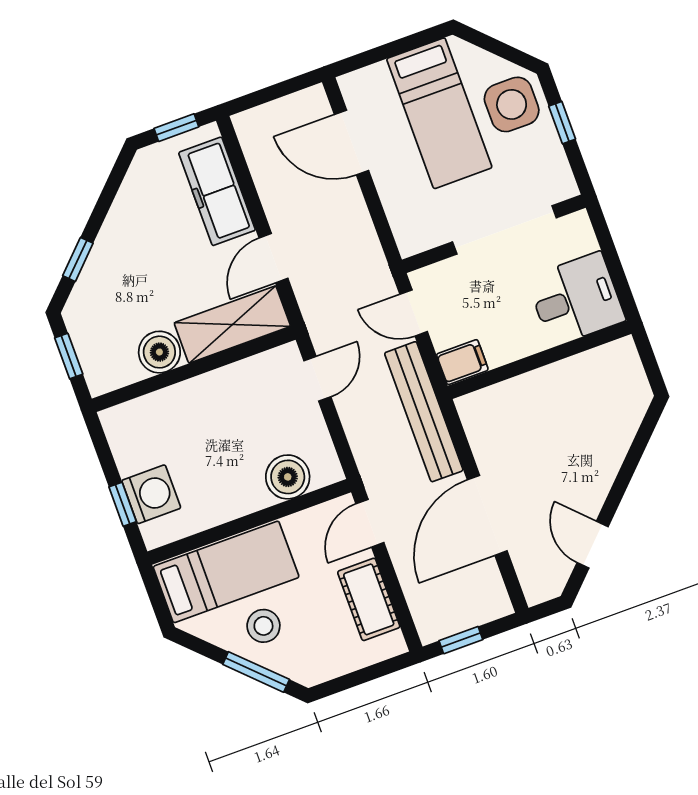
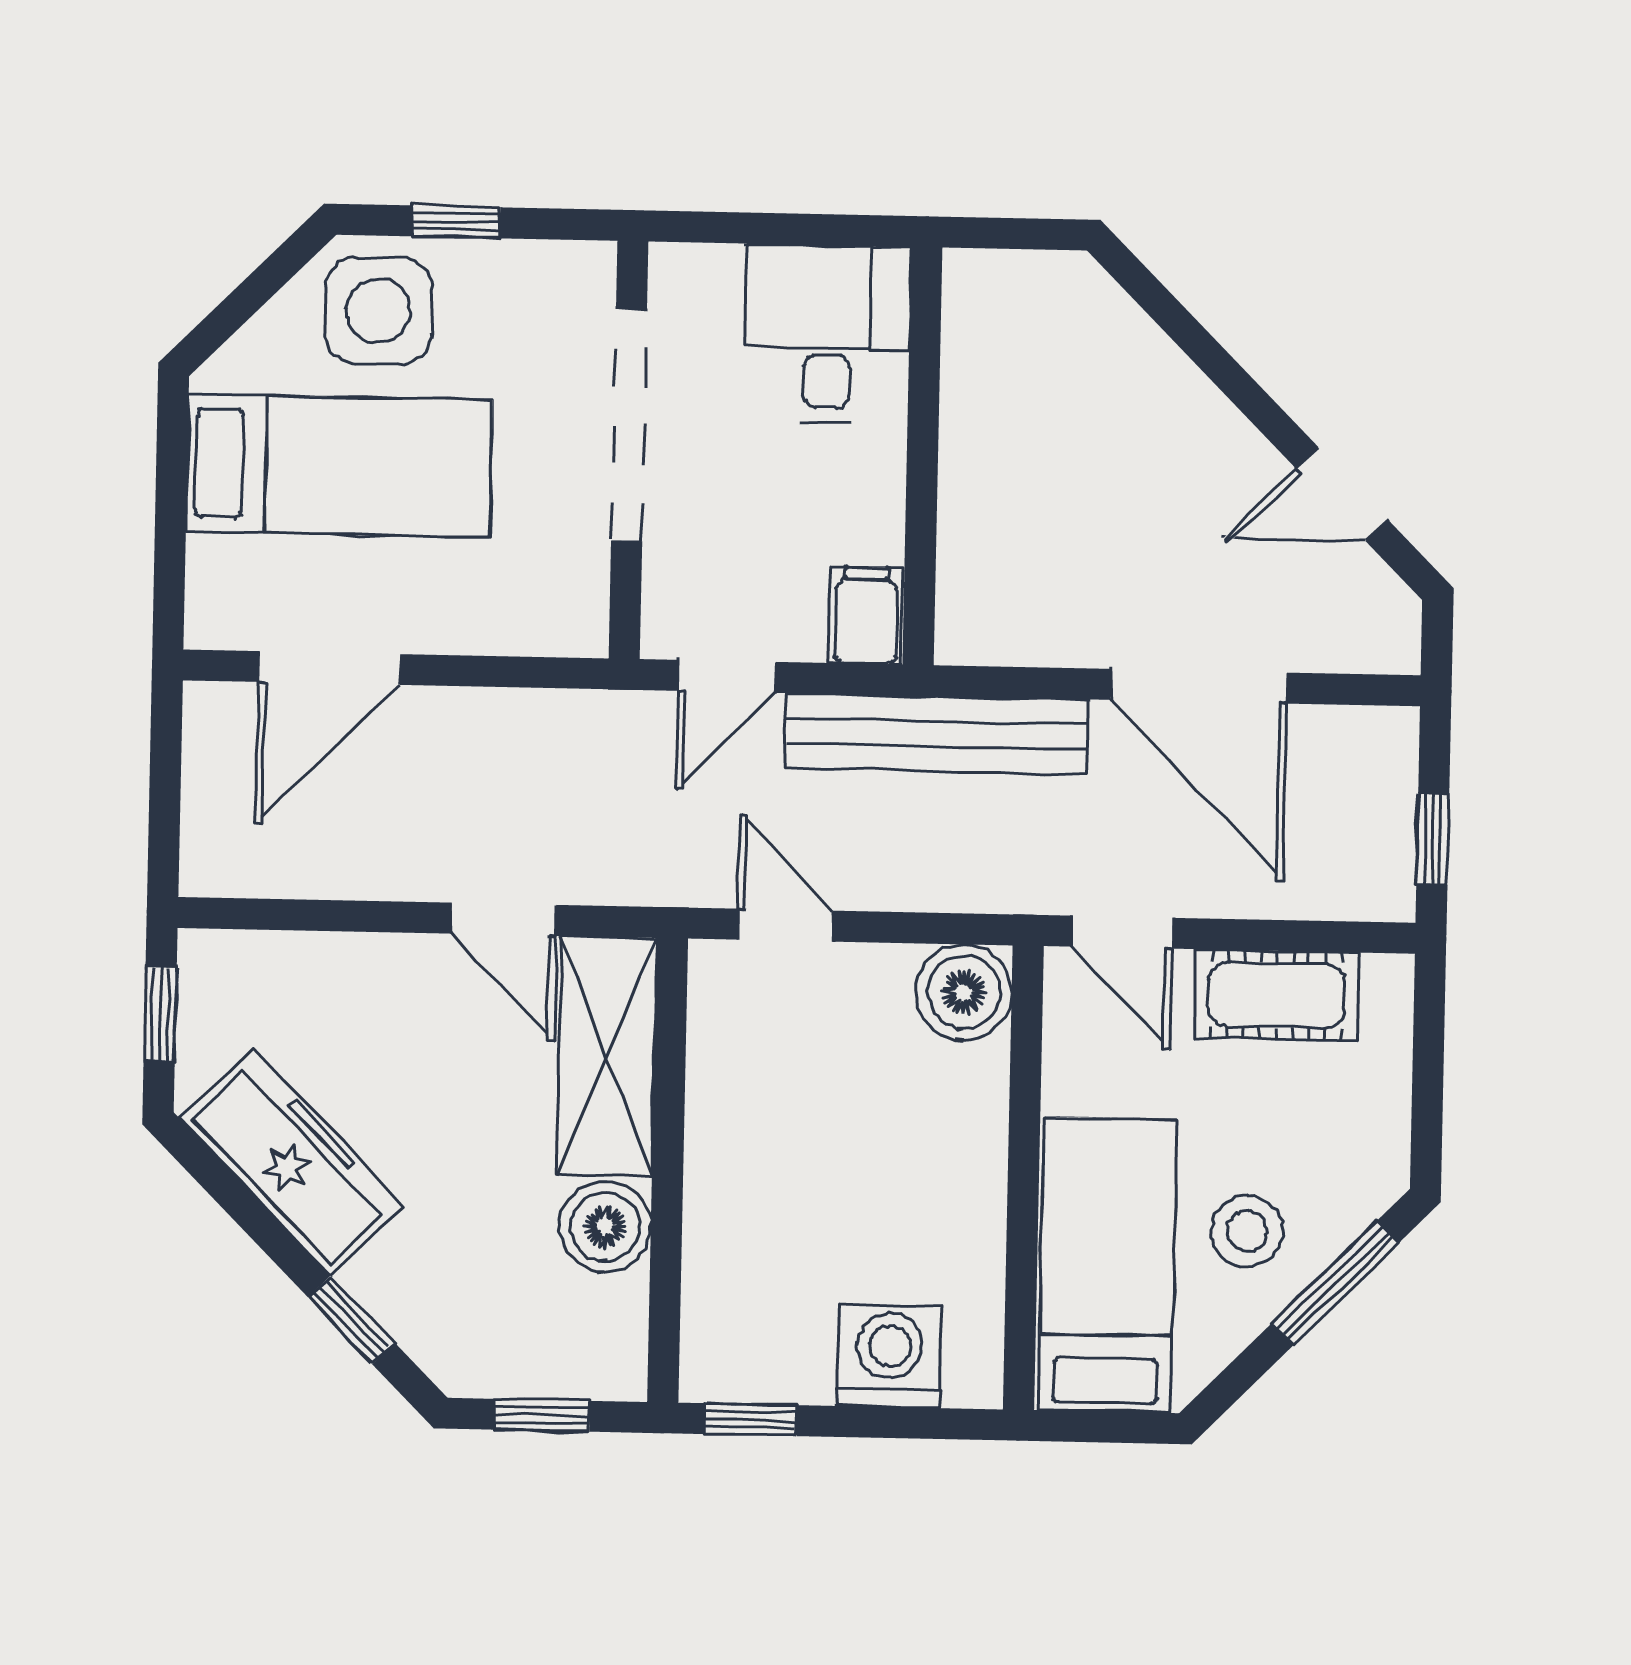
freezer: (217, 191) -> (292, 1162), moved, turned -135
boiler: (288, 477) -> (964, 992), moved
window: (123, 504) -> (751, 1420), moved

